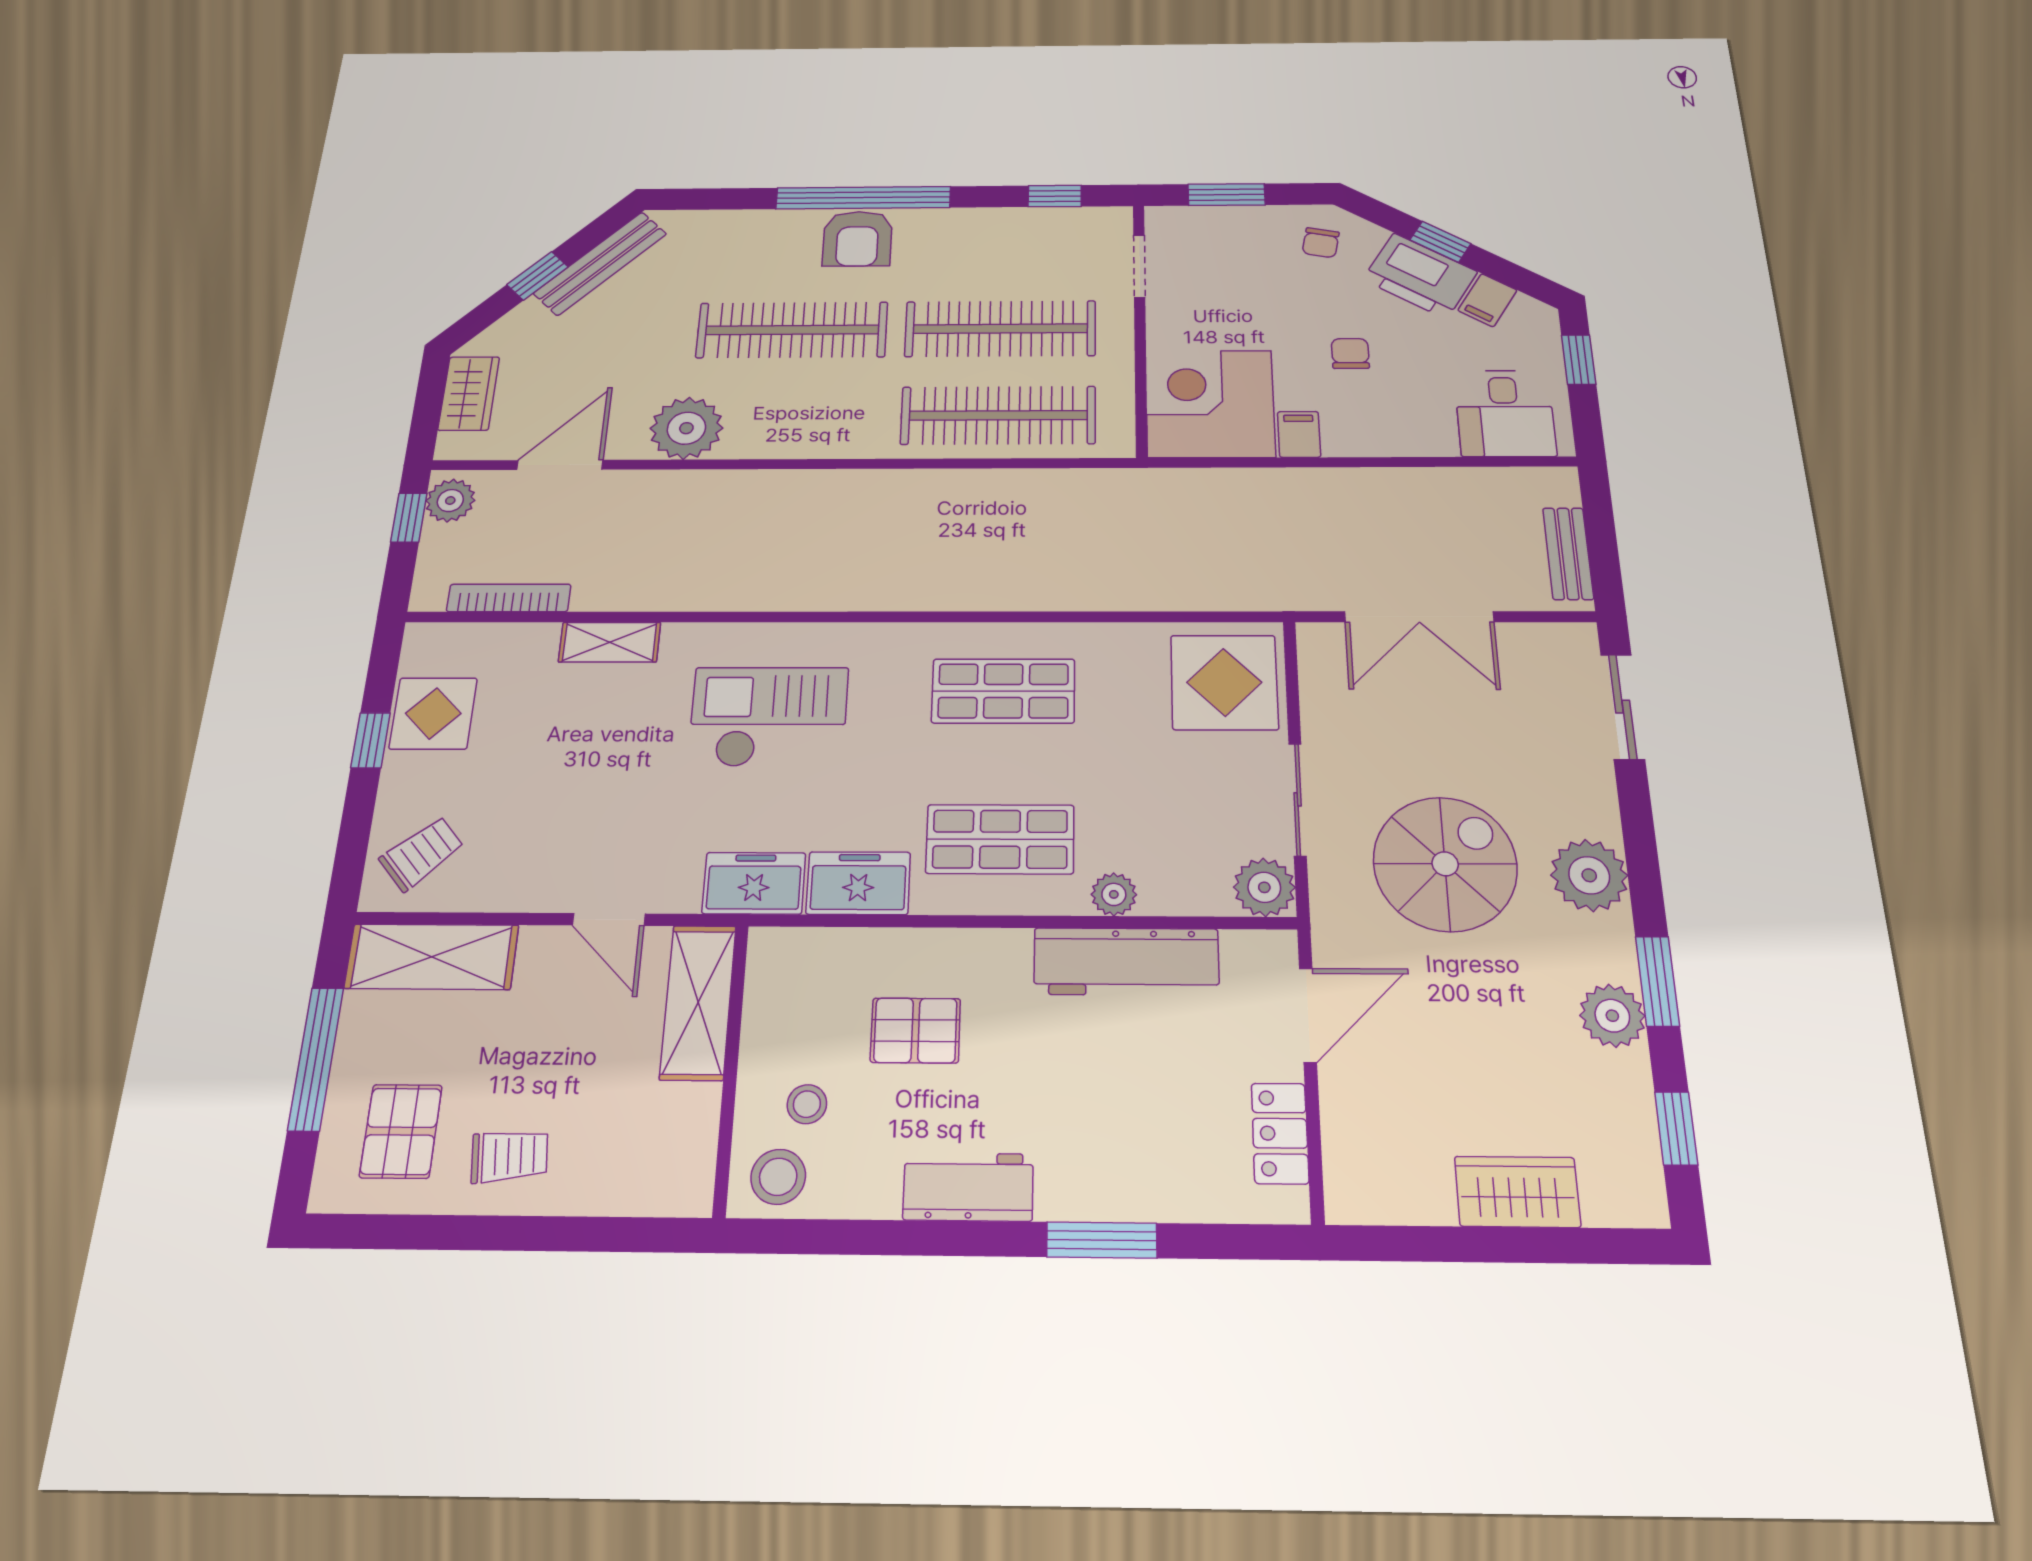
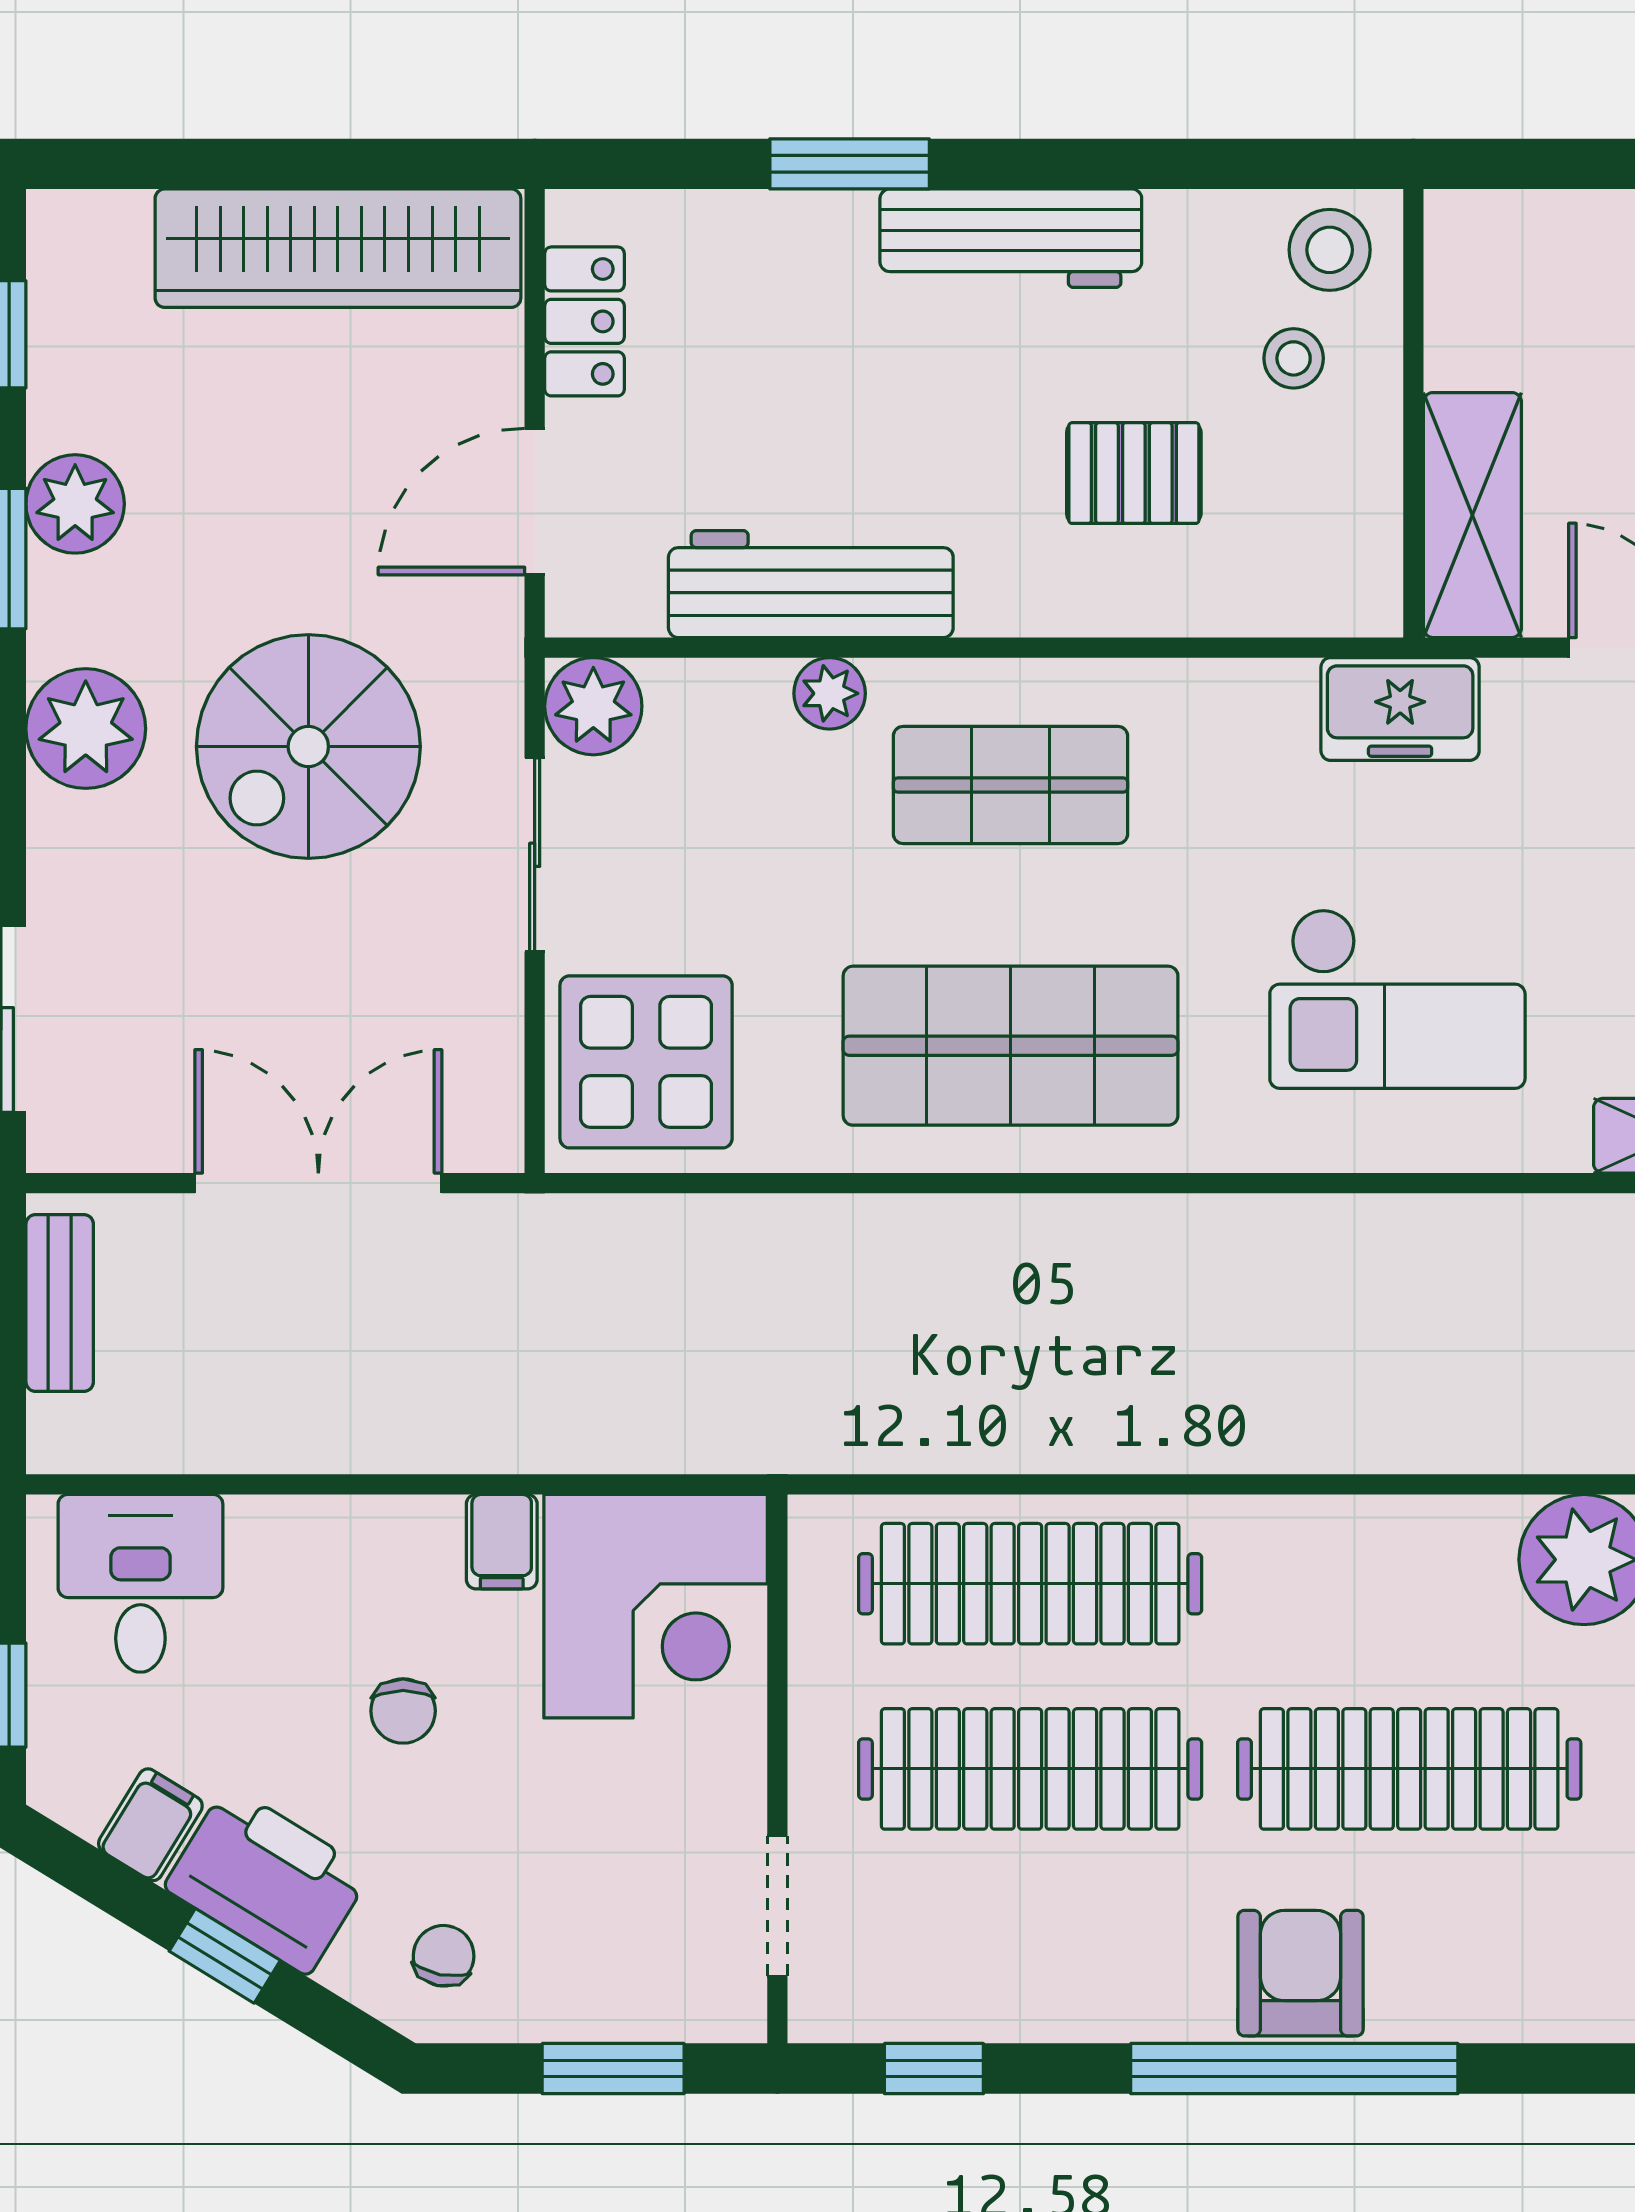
shop shelf: (1003, 691) -> (1011, 1046), width x1.43, depth x1.36
freezer: (858, 883) -> (1234, 710), removed
workbench: (968, 1187) -> (1011, 238), width x1.38
wardrobe: (1517, 1192) -> (338, 248), width x2.10, depth x1.17

